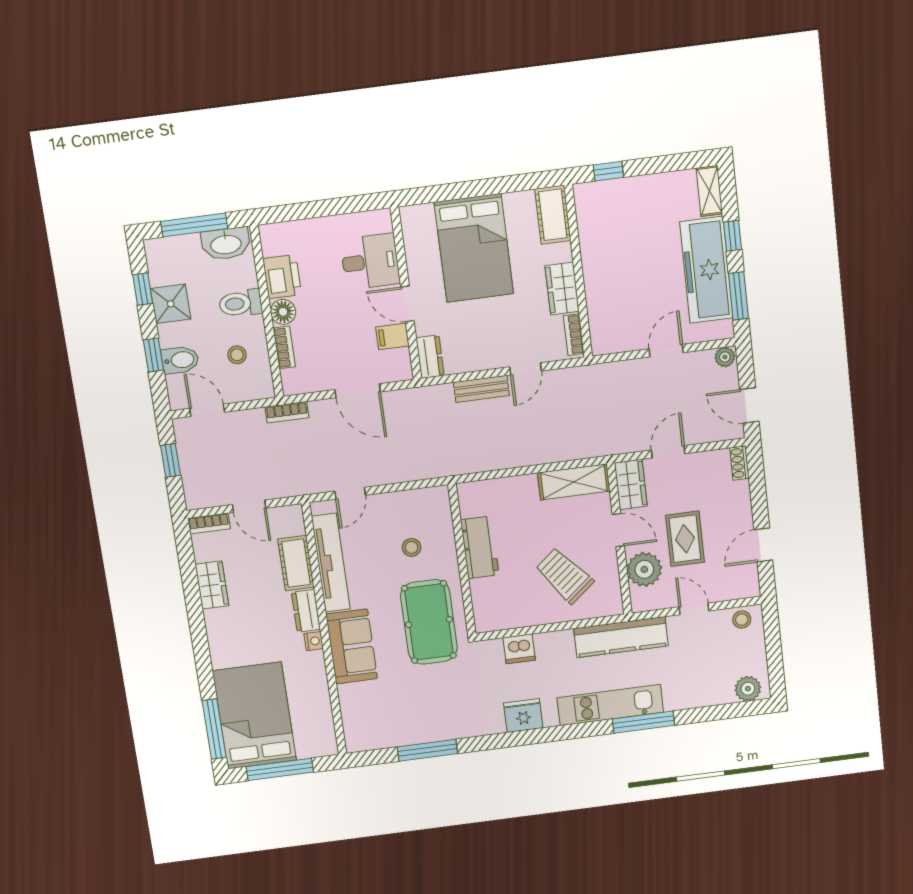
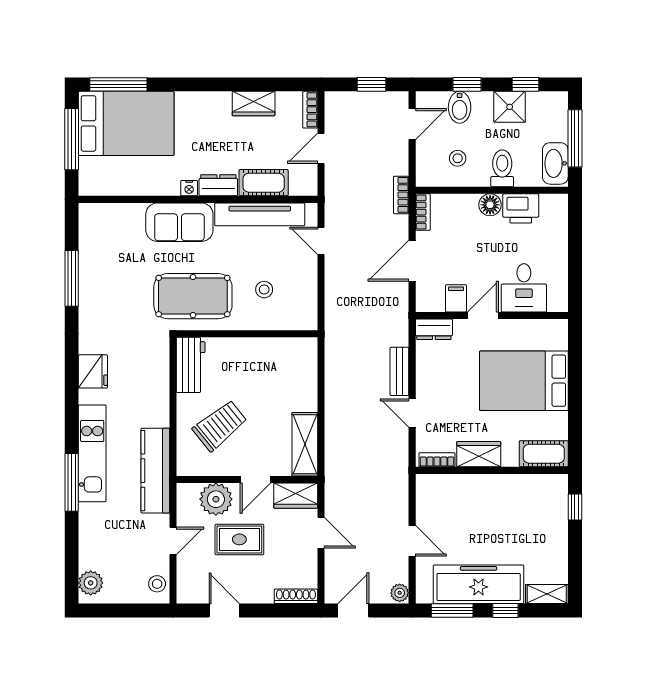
bookcase: (284, 347) -> (423, 212), moved, turned -90
shoe rack: (739, 463) -> (296, 596), width x1.43
workbench: (480, 547) -> (191, 365), moved, turned -90
dishwasher: (519, 649) -> (157, 376), removed

